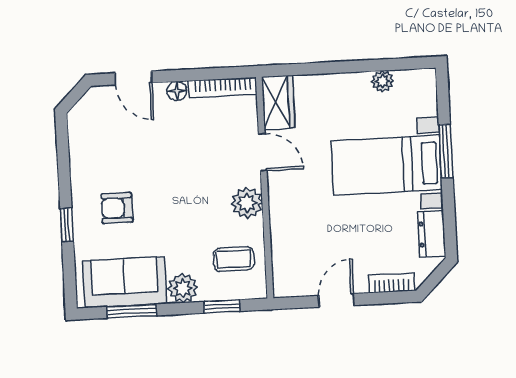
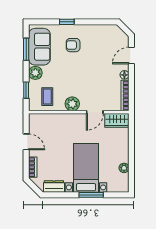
armchair: (117, 208) -> (73, 45), turned -90

